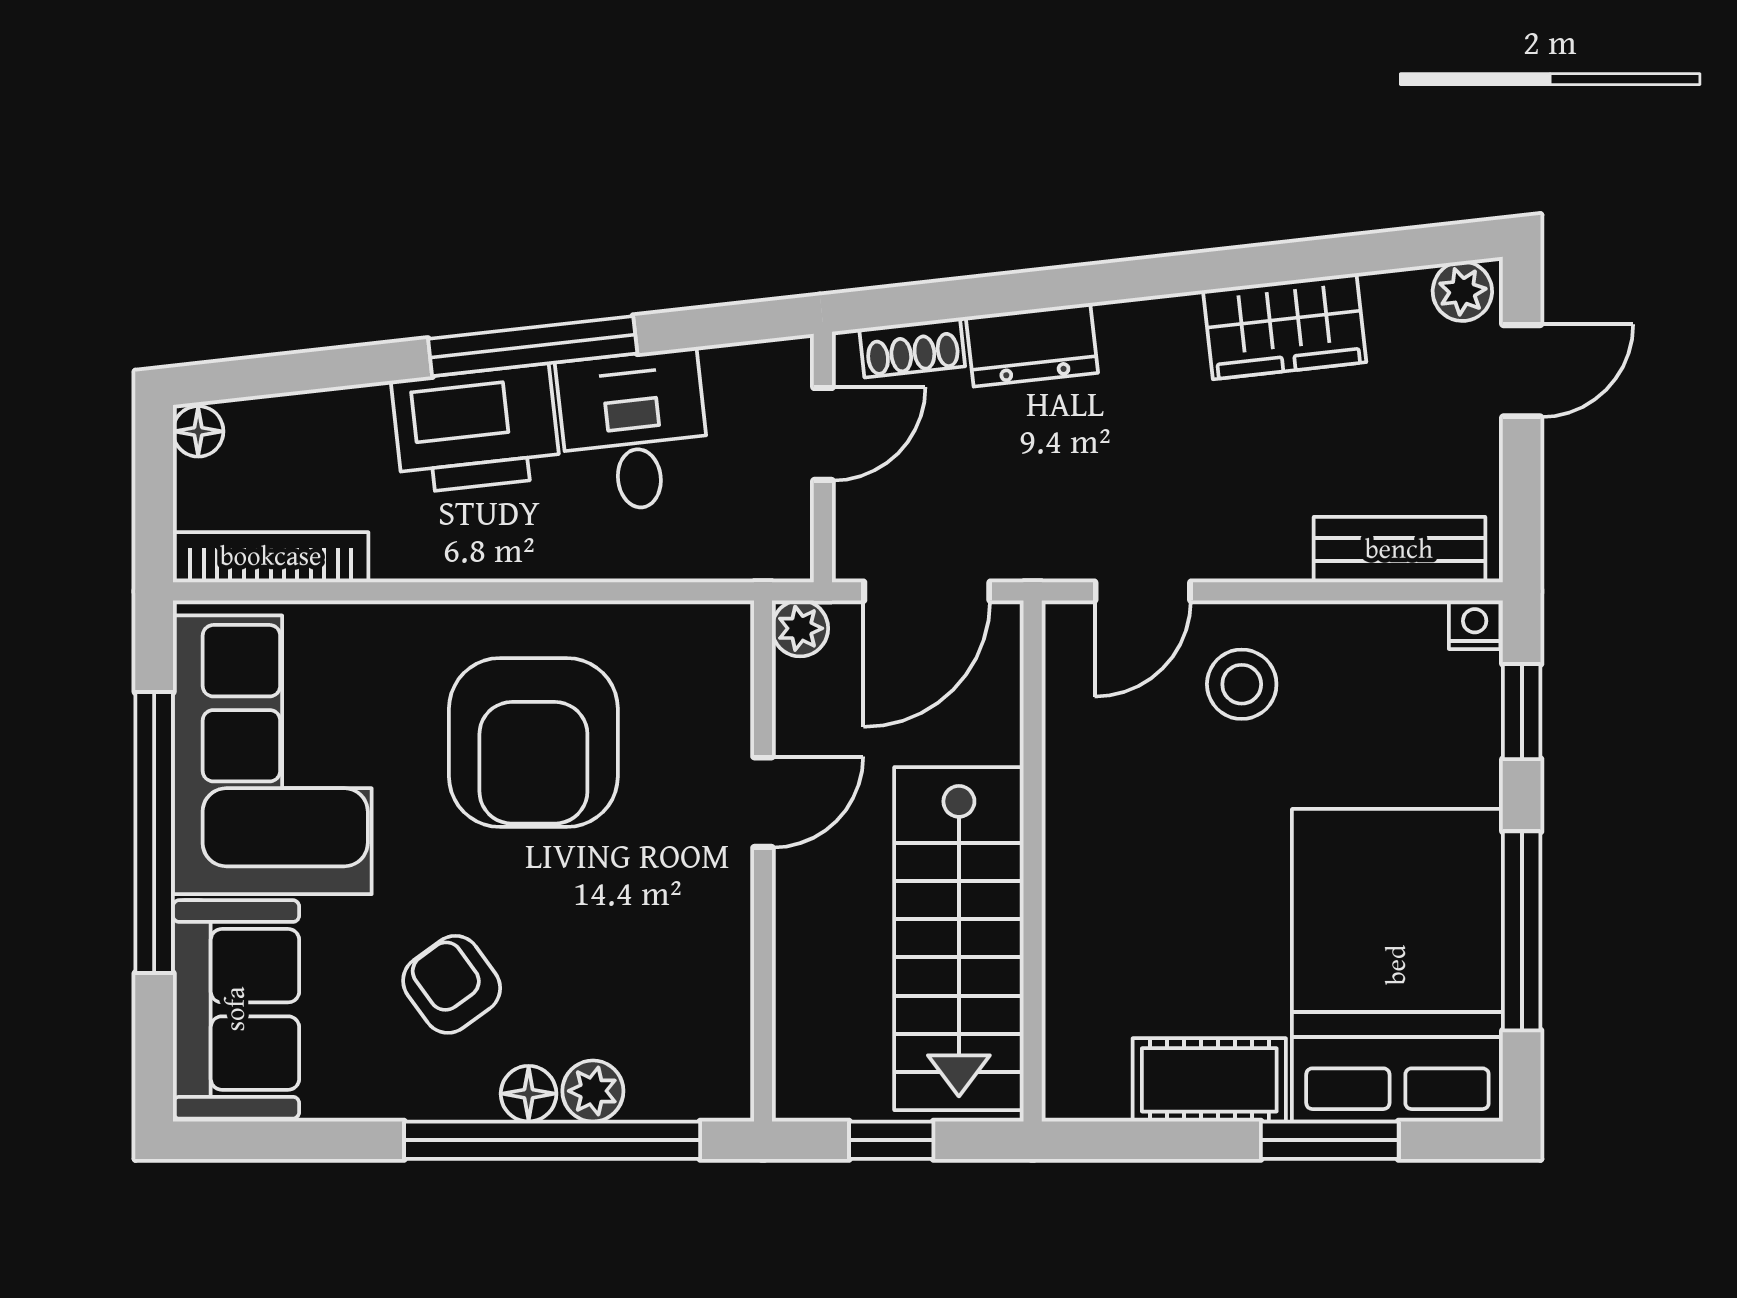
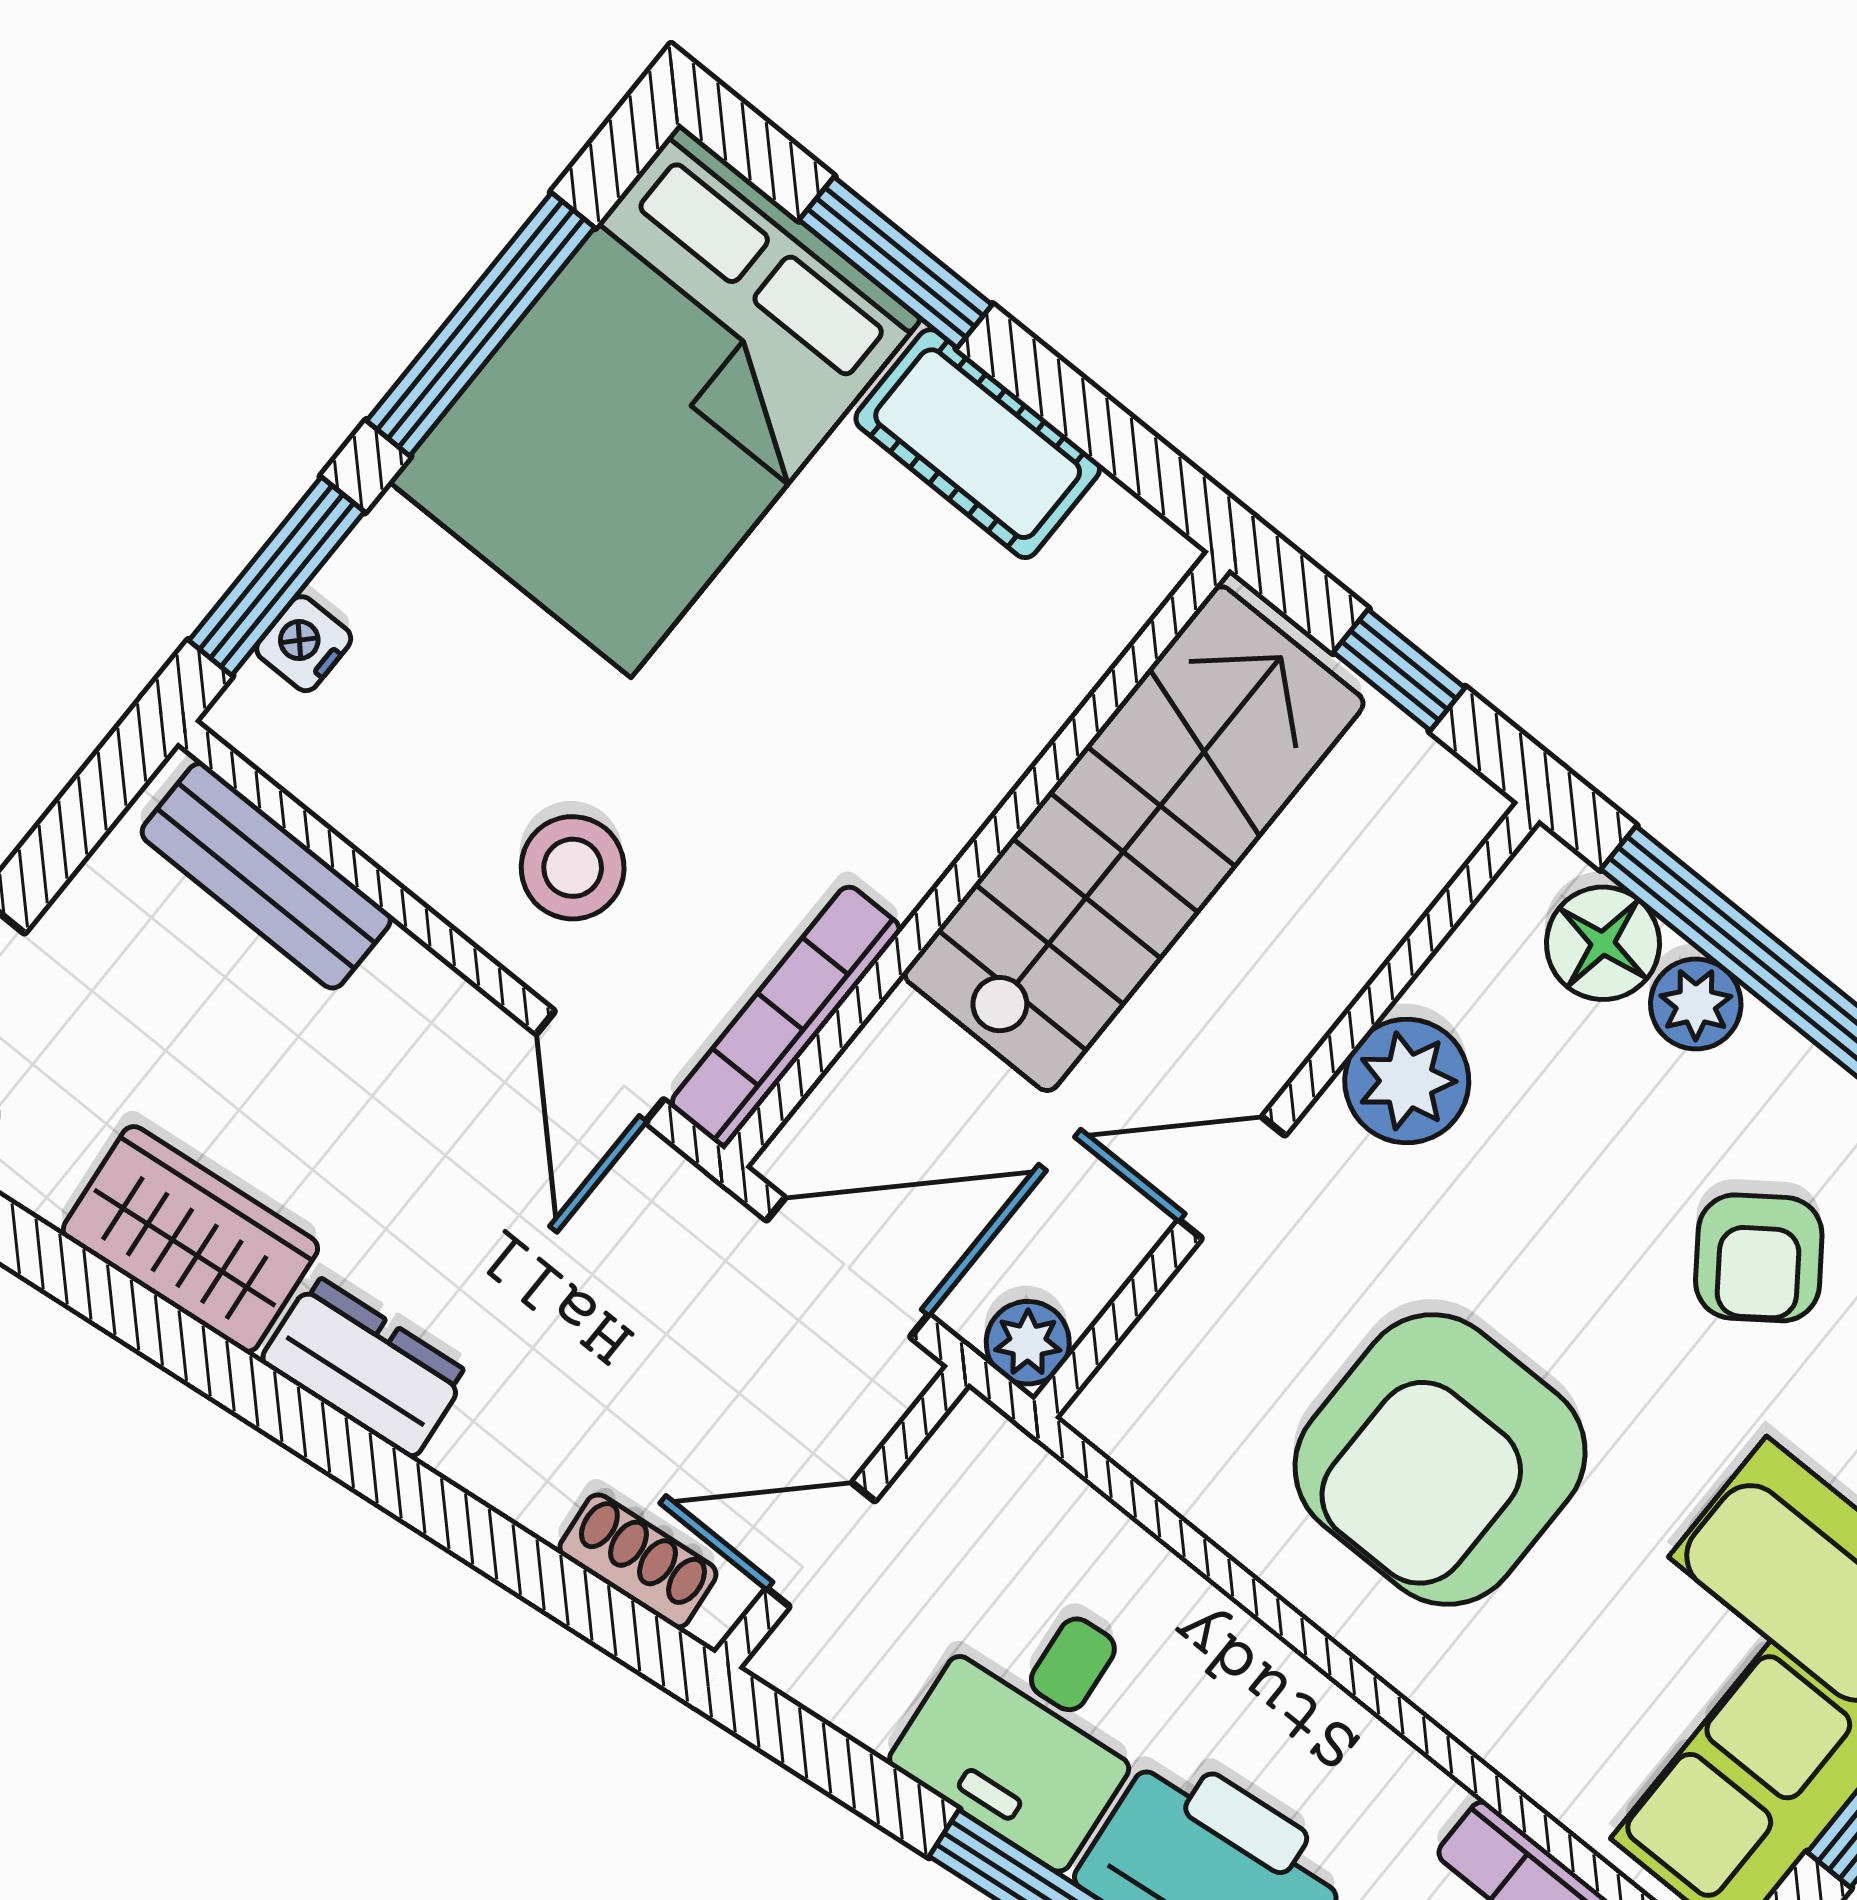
dresser: (1032, 345) -> (364, 1367), moved
door: (1143, 591) -> (600, 1067), swing flipped
nightstand: (1475, 625) -> (304, 644), moved, turned 90
bookcase: (1066, 697) -> (786, 1016), added
window: (1522, 712) -> (277, 576), width x1.50
armchair: (533, 743) -> (1440, 1459), turned 180
plant: (712, 927) -> (1407, 1081), added
floor lamp: (529, 1094) -> (1603, 943), moved, width x1.37, depth x1.37

